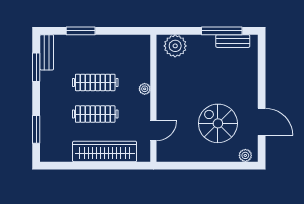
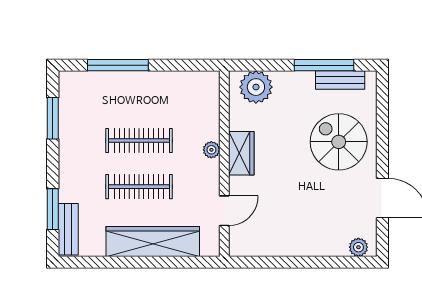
window: (81, 31) -> (118, 65), width x1.44
bench: (47, 52) -> (68, 229), moved
wardrobe: (165, 91) -> (241, 153), added
spiral stairs: (218, 123) -> (339, 142), moved

